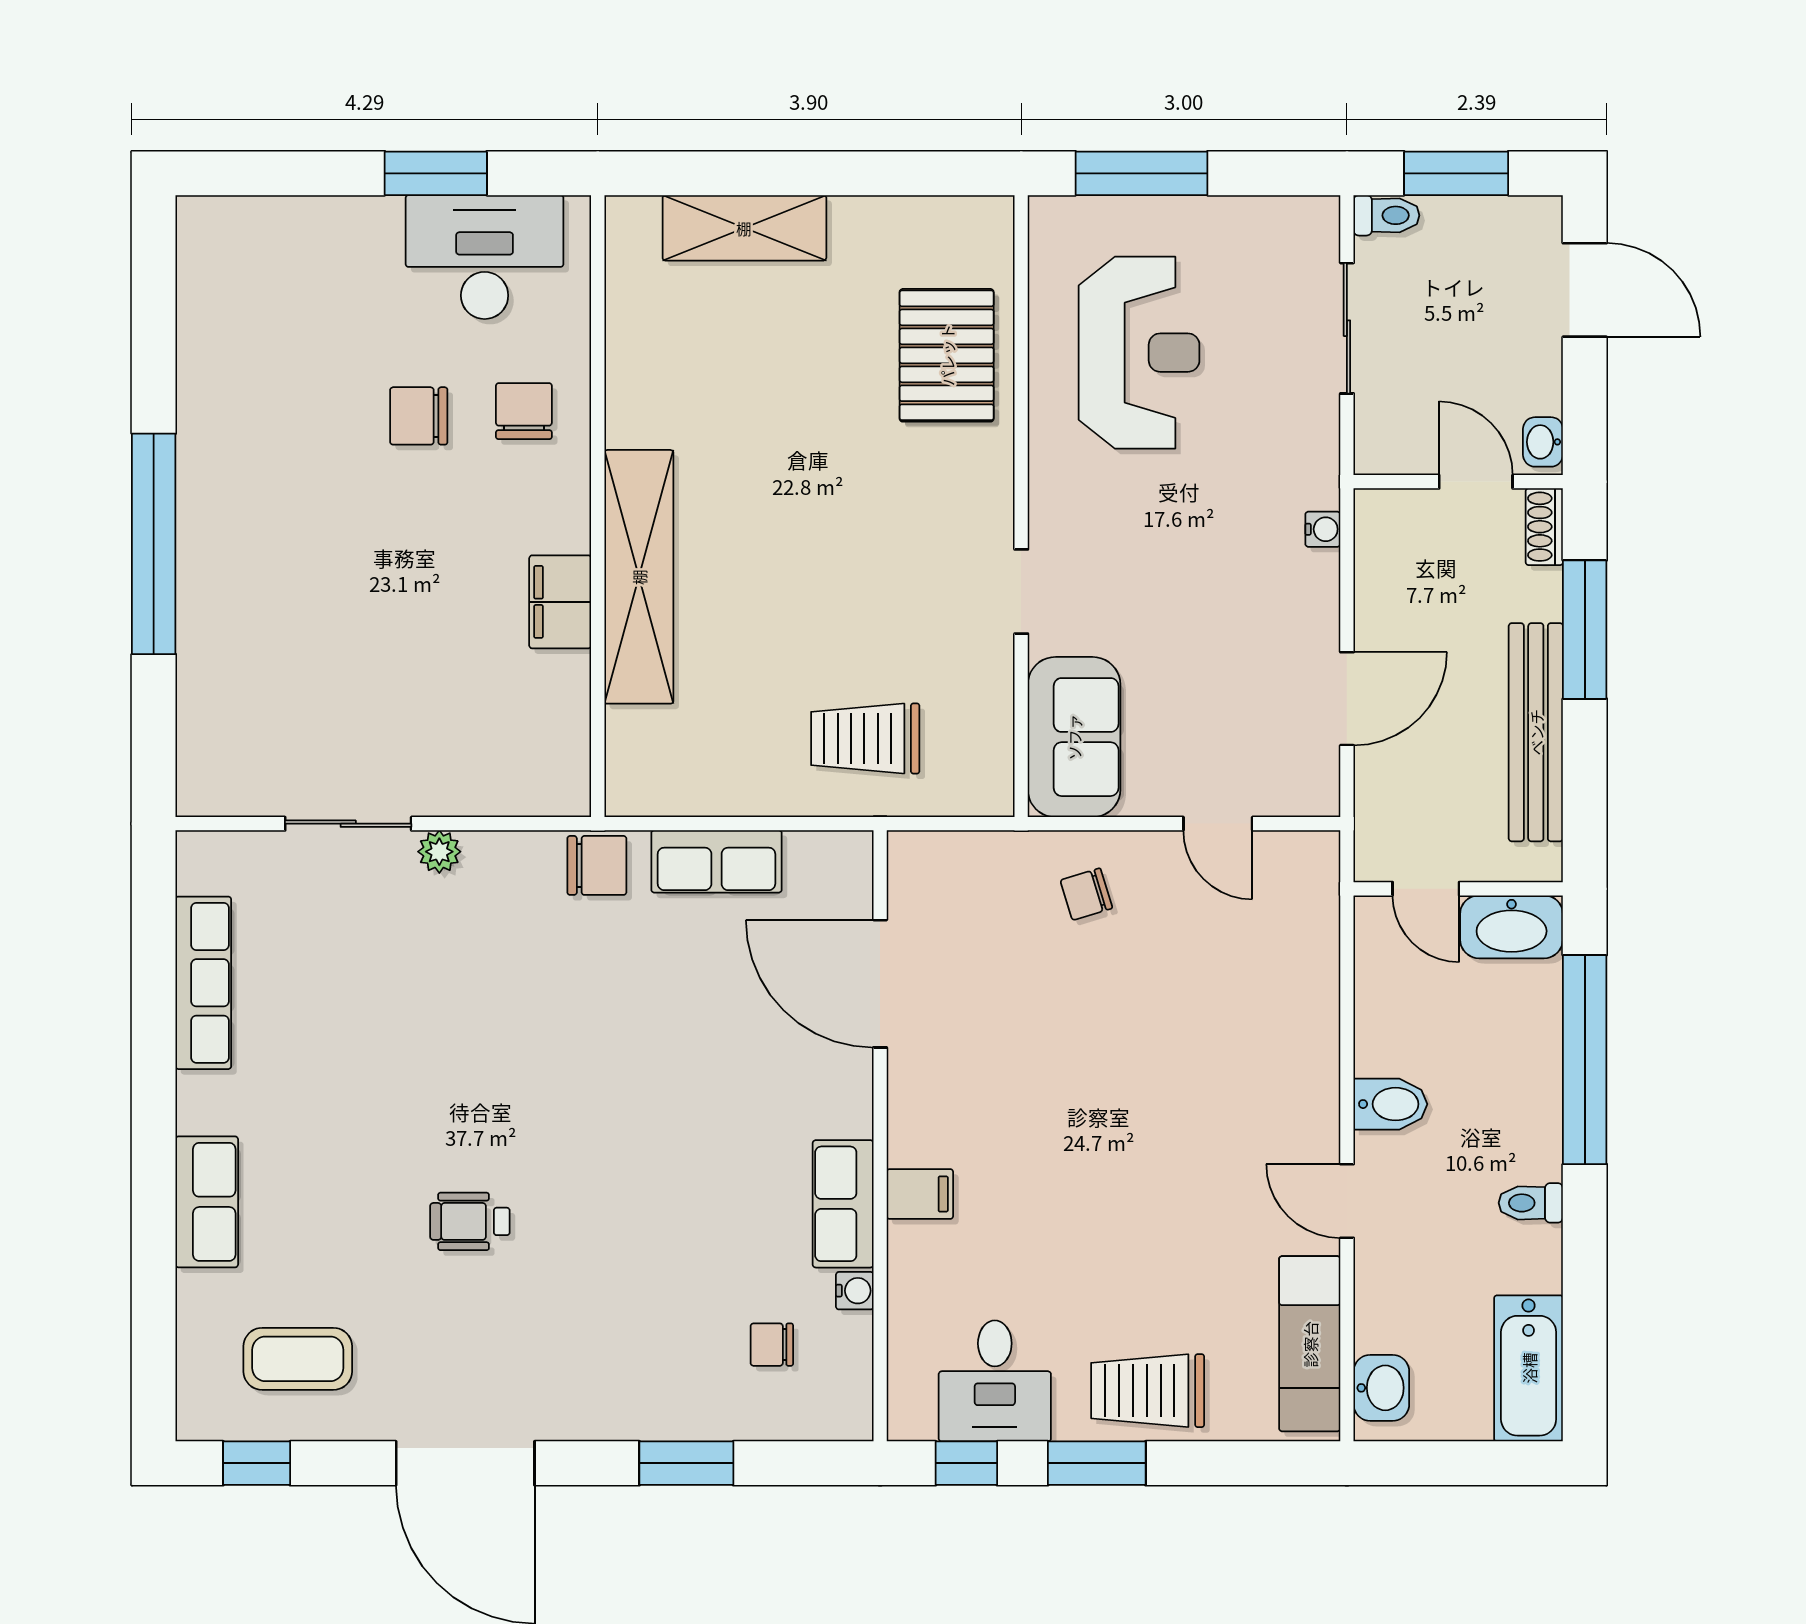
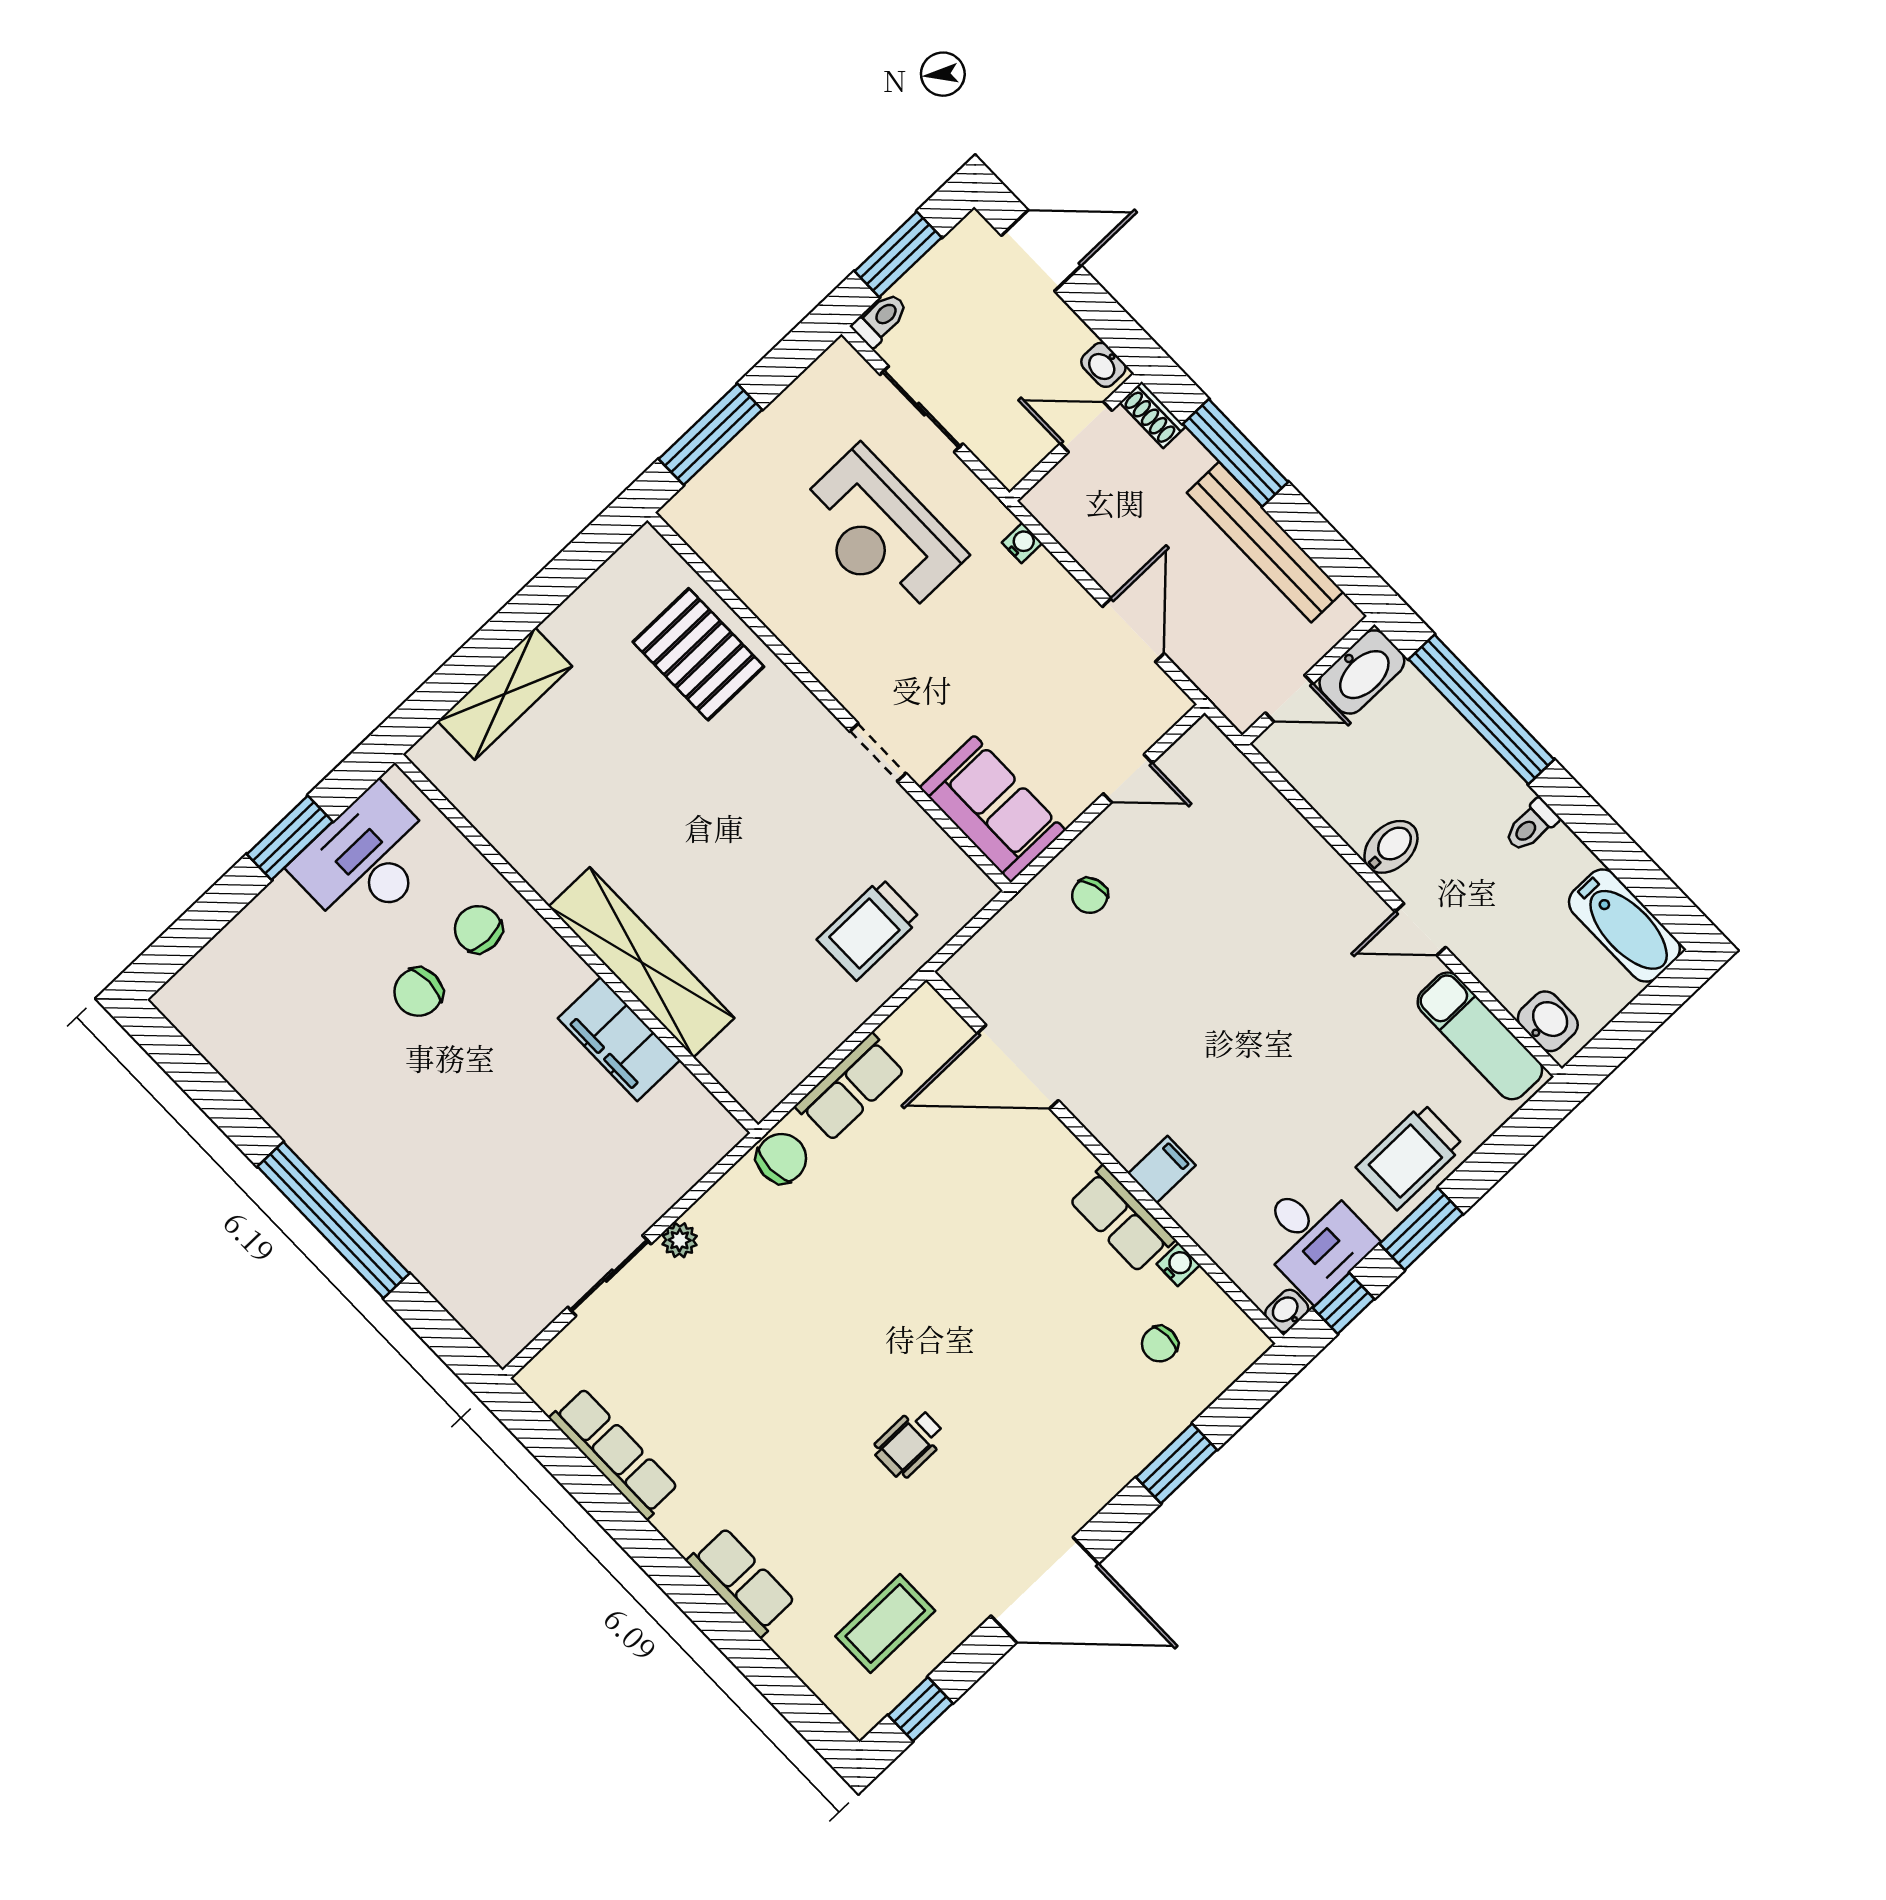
reception desk: (1139, 353) -> (879, 533), moved, turned 180
filing cabinet: (560, 602) -> (619, 1039), width x1.50, depth x1.17
washbasin: (910, 1422) -> (1287, 1311), added

